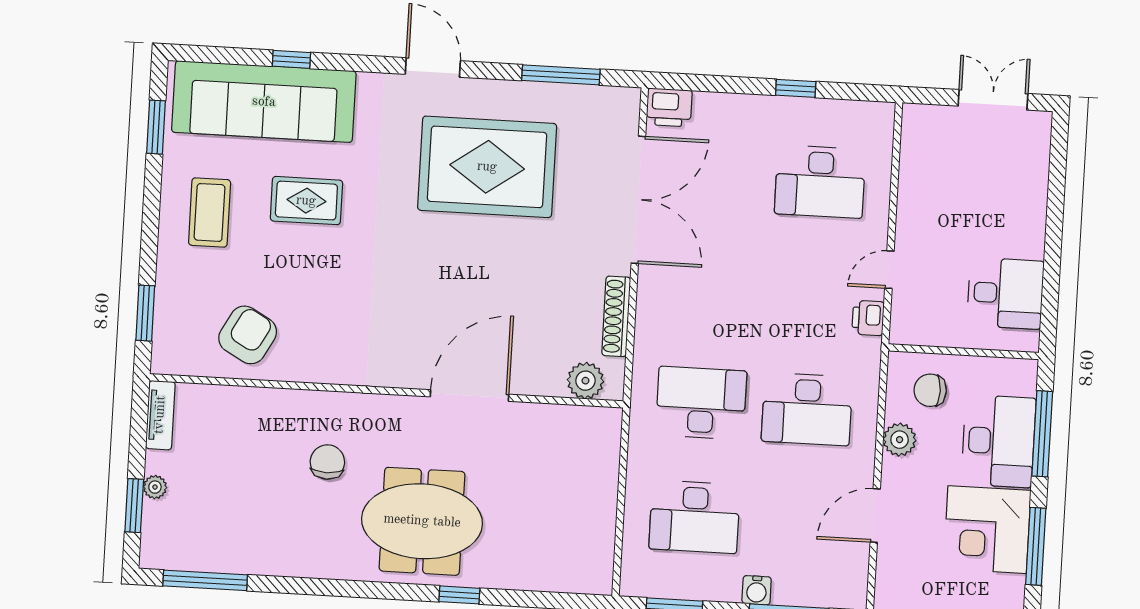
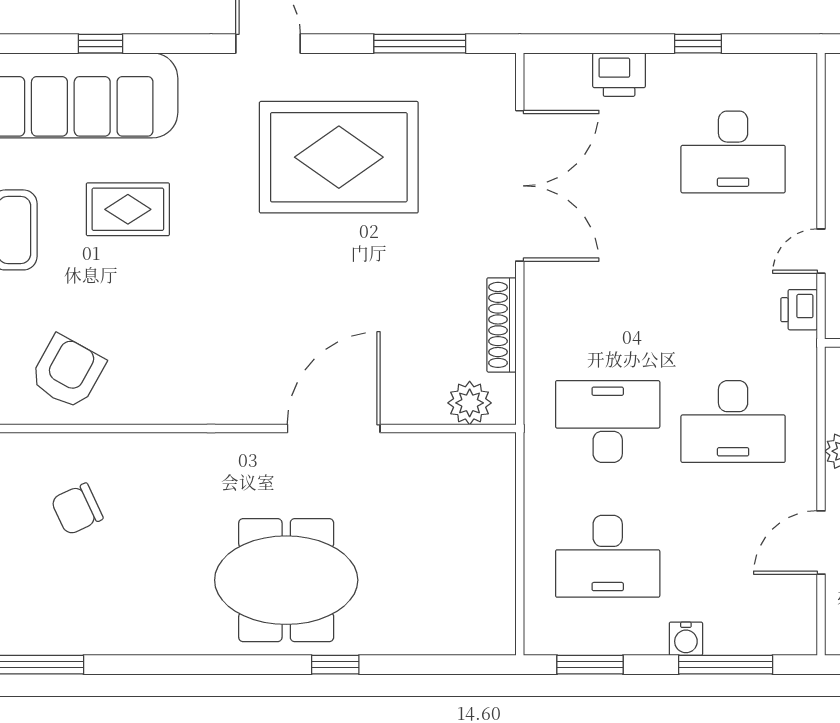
printer: (669, 107) -> (619, 75), moved
chair: (327, 462) -> (77, 509), moved, turned -115

